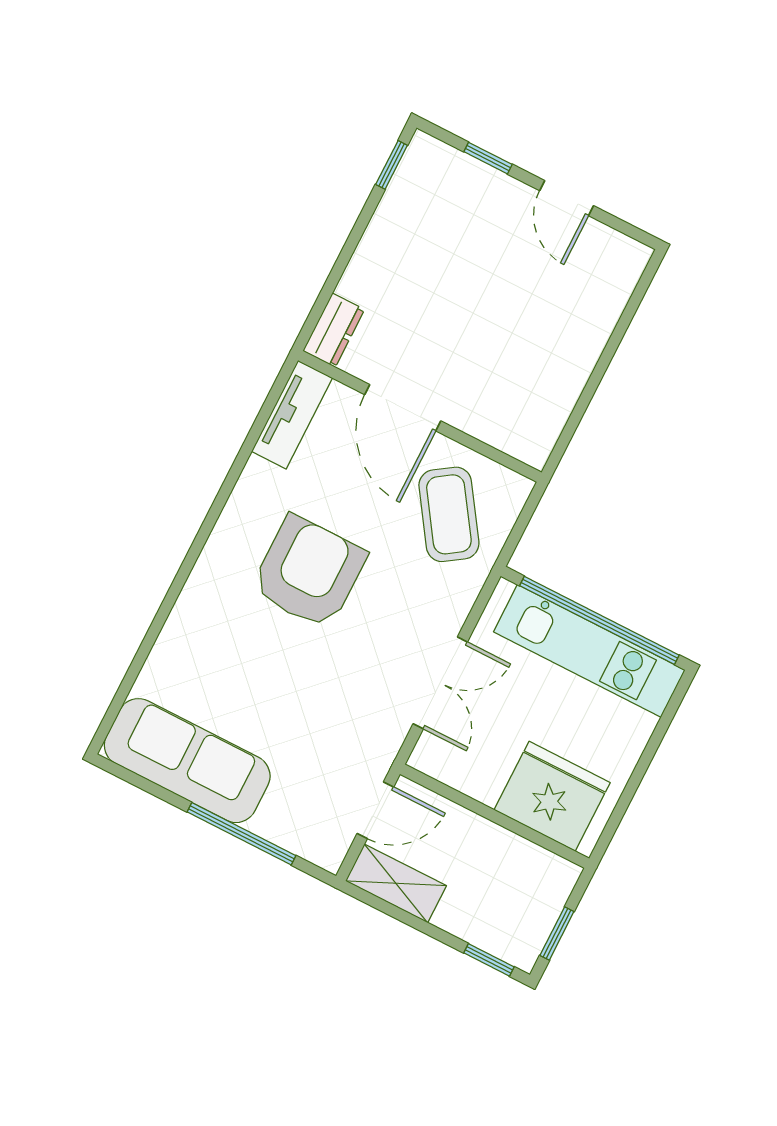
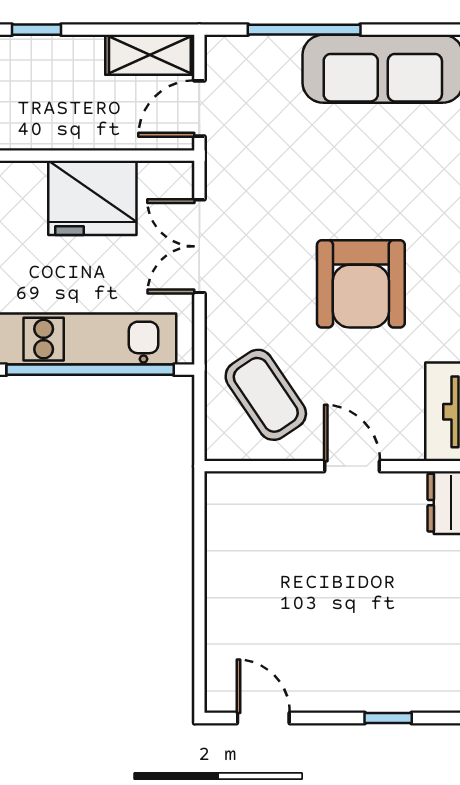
door: (567, 198) -> (263, 718), moved
door: (403, 408) -> (352, 466), width x0.73
fridge: (552, 796) -> (92, 198), moved

